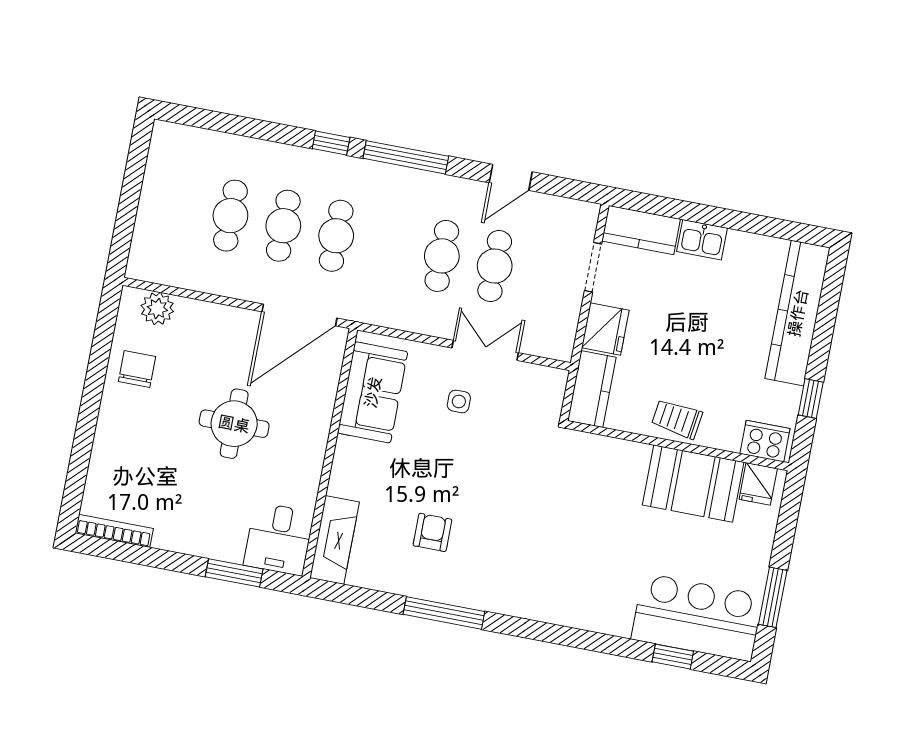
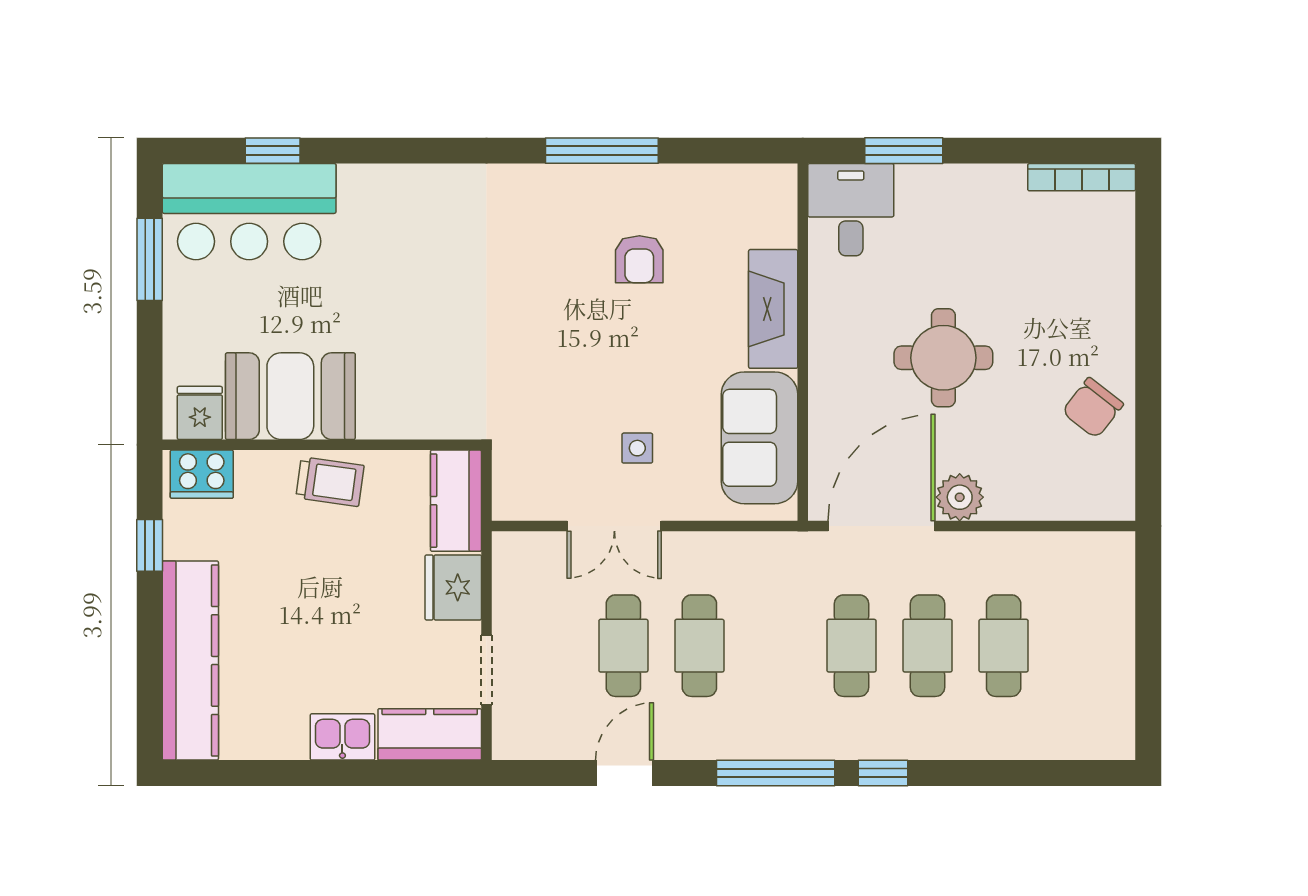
plant: (157, 309) -> (960, 497), moved
chair: (137, 369) -> (1093, 408), turned 38
fireplace: (335, 540) -> (773, 309), moved

